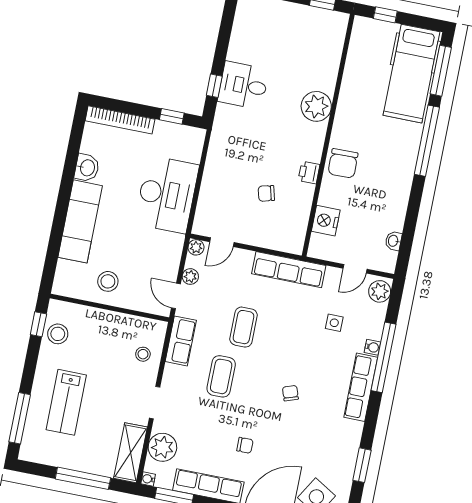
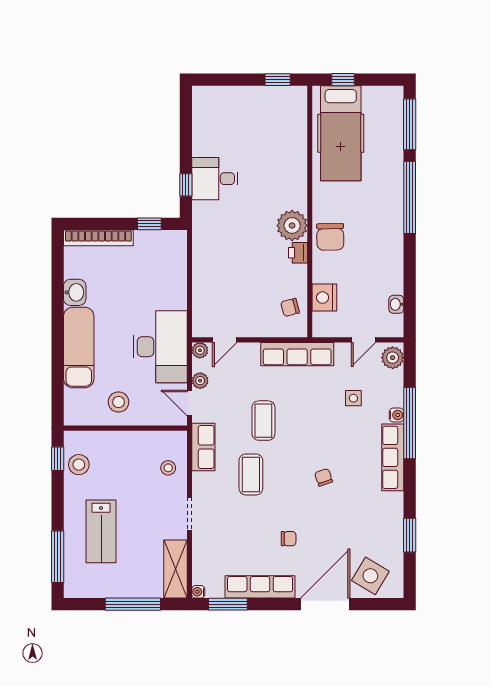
hospital bed: (411, 74) -> (341, 133), moved
plant: (316, 106) -> (292, 226), moved
chair: (266, 193) -> (290, 307), moved
desk: (167, 194) -> (160, 347), moved
plant: (162, 447) -> (206, 557), removed

